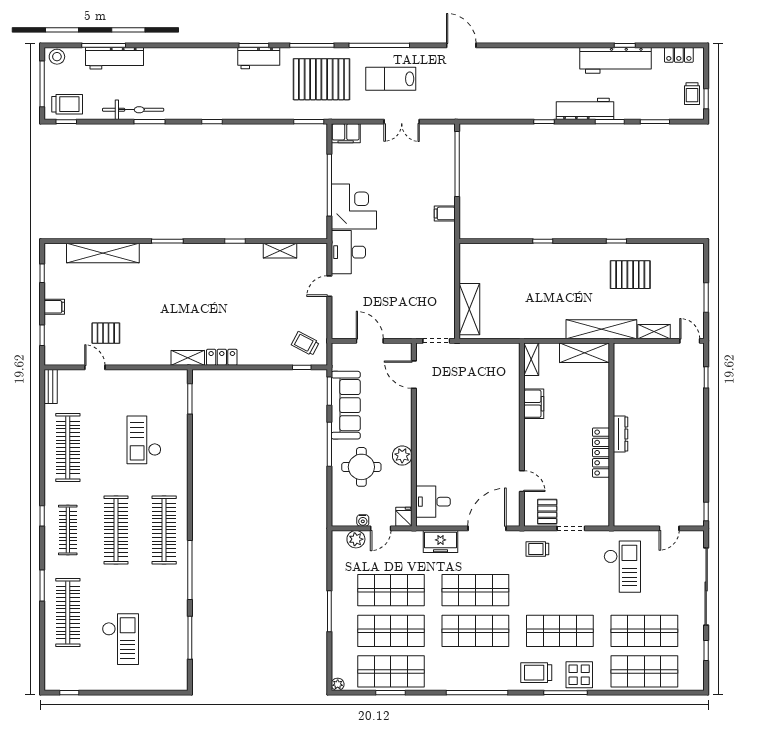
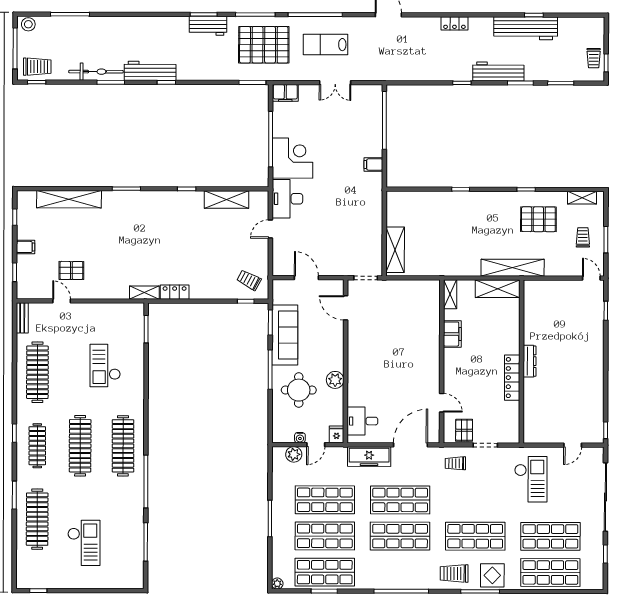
locker: (679, 55) -> (454, 23), moved
workbench: (114, 58) -> (150, 71), moved, turned 180
shelving: (280, 251) -> (227, 199), width x1.50, depth x1.33
trolley: (680, 295) -> (583, 237), added
shelving: (654, 332) -> (582, 198), moved
freezer: (441, 542) -> (369, 457), width x1.40

